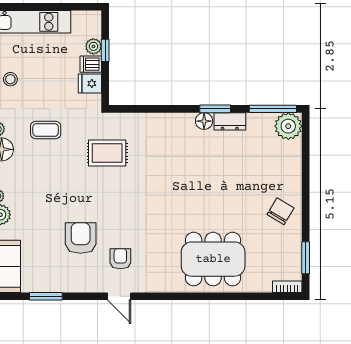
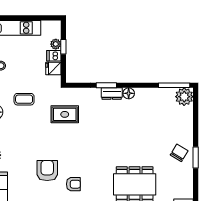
window: (215, 109) -> (106, 85), moved
dresser: (230, 121) -> (112, 94), moved
window: (306, 258) -> (196, 158), moved
armchair: (120, 259) -> (73, 184), turned 90

